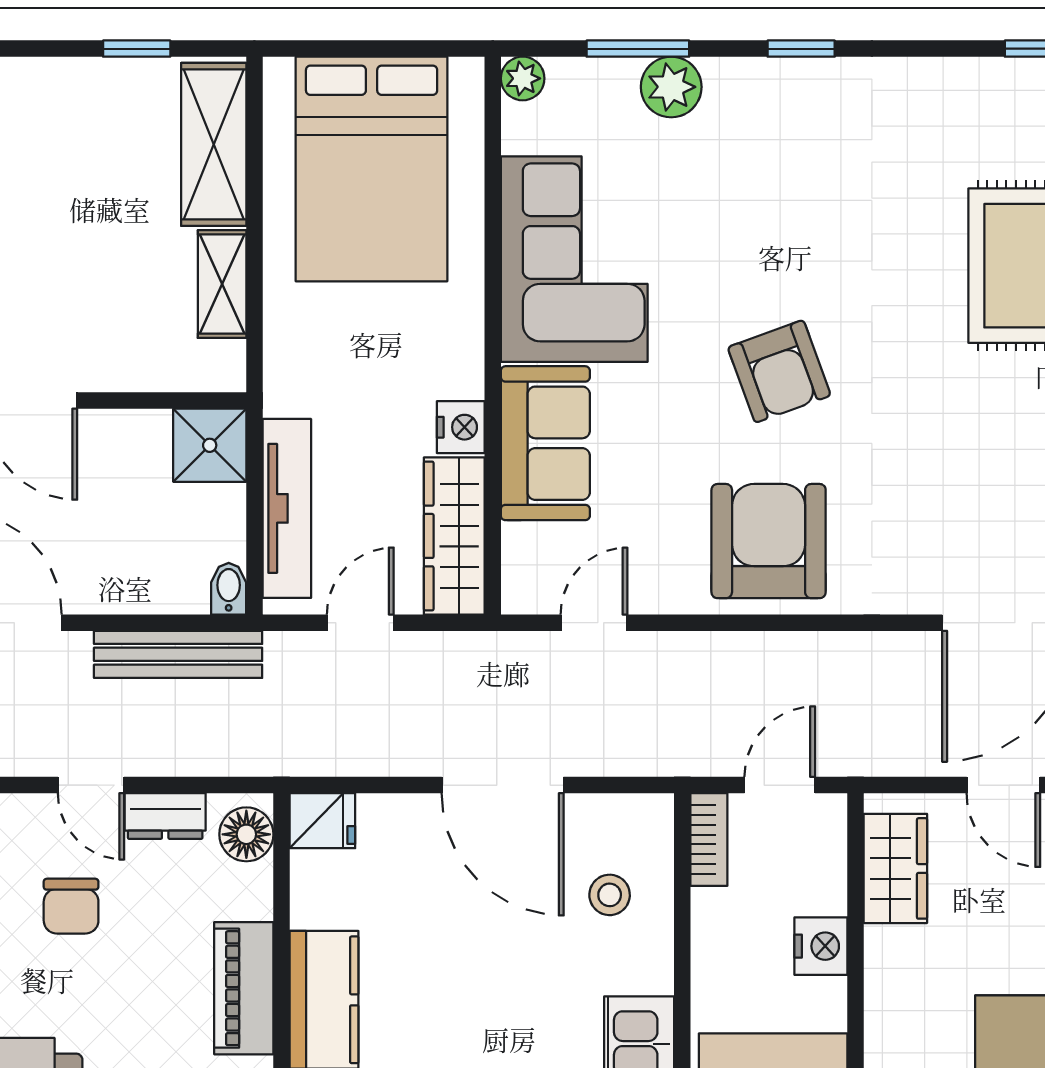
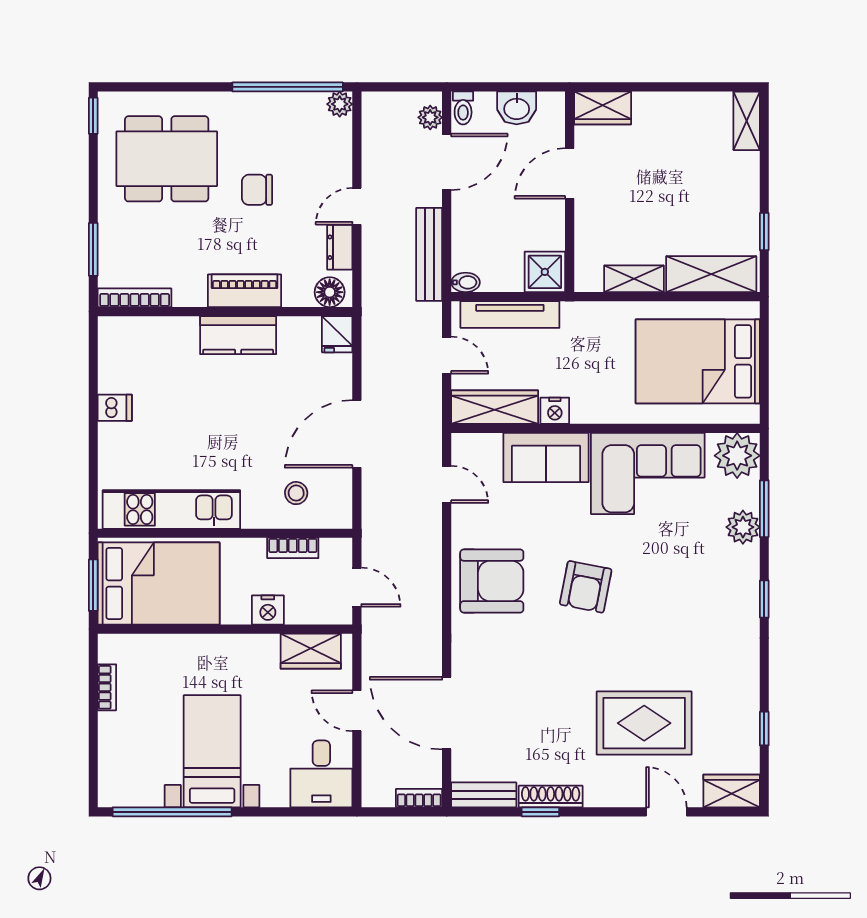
plant: (523, 78) -> (737, 456), width x1.88, depth x1.88
armchair: (779, 371) -> (586, 587), turned -59
door: (1003, 785) -> (357, 711), hinge flipped
bookcase: (709, 840) -> (293, 548), moved
chair: (71, 906) -> (257, 190), moved

